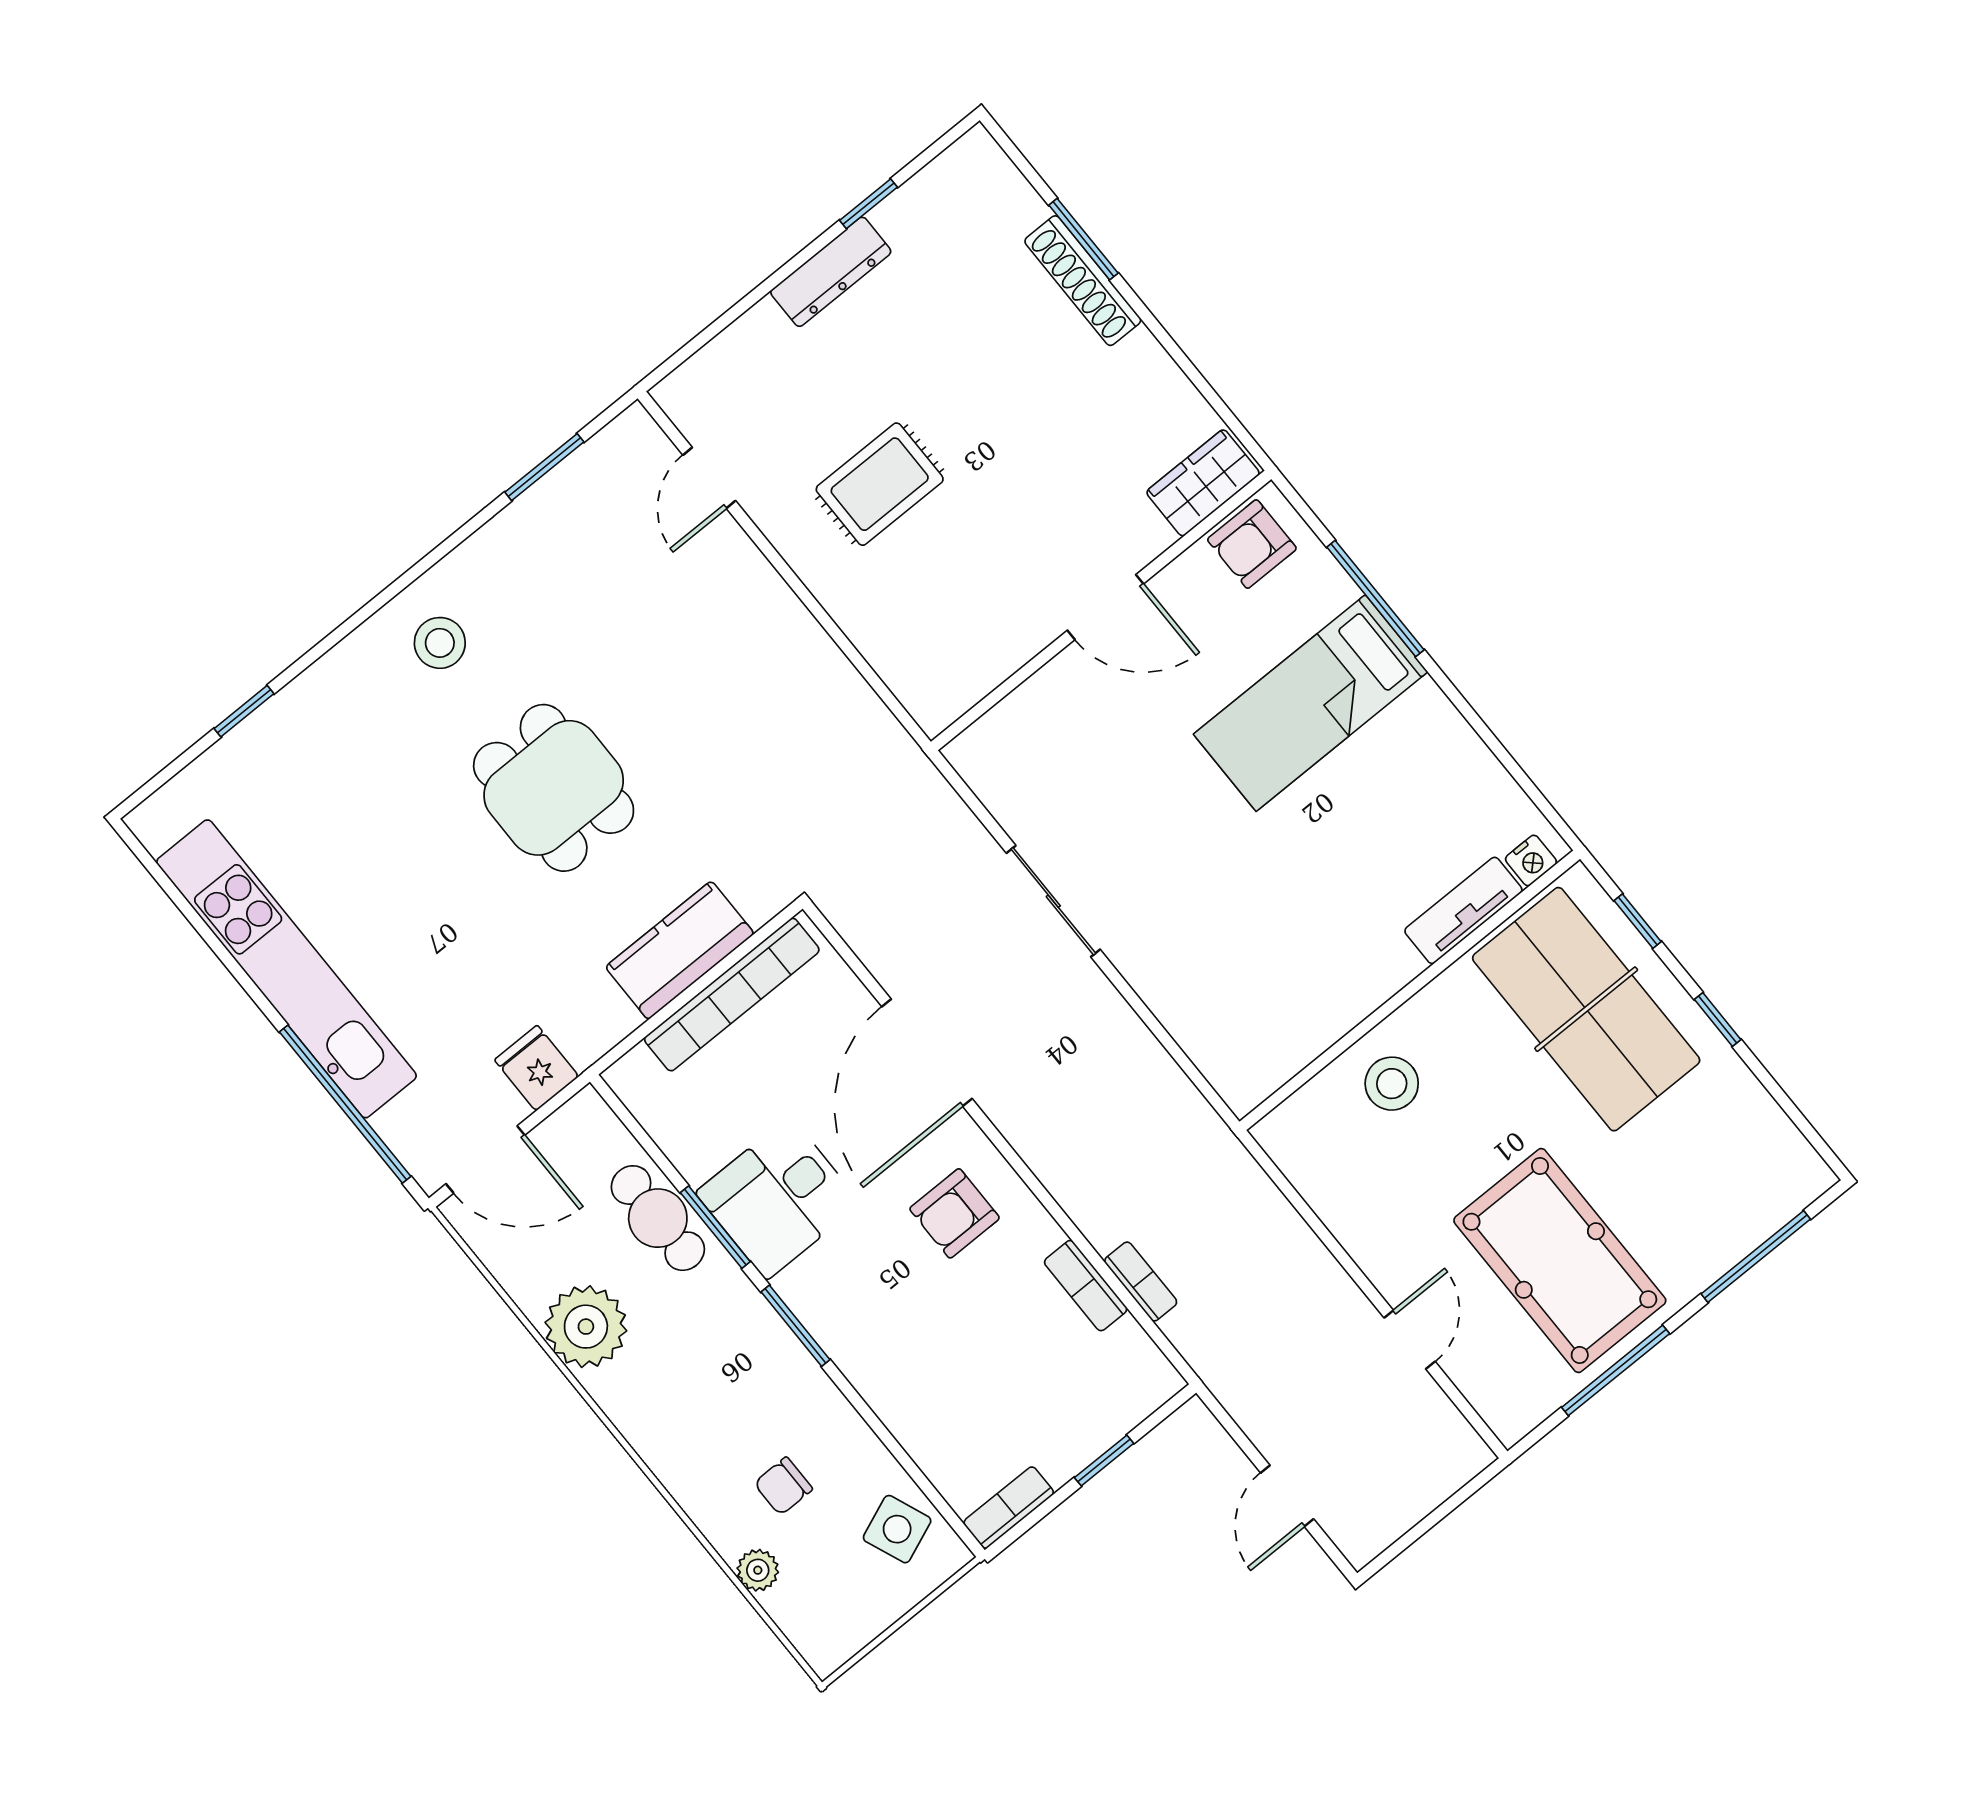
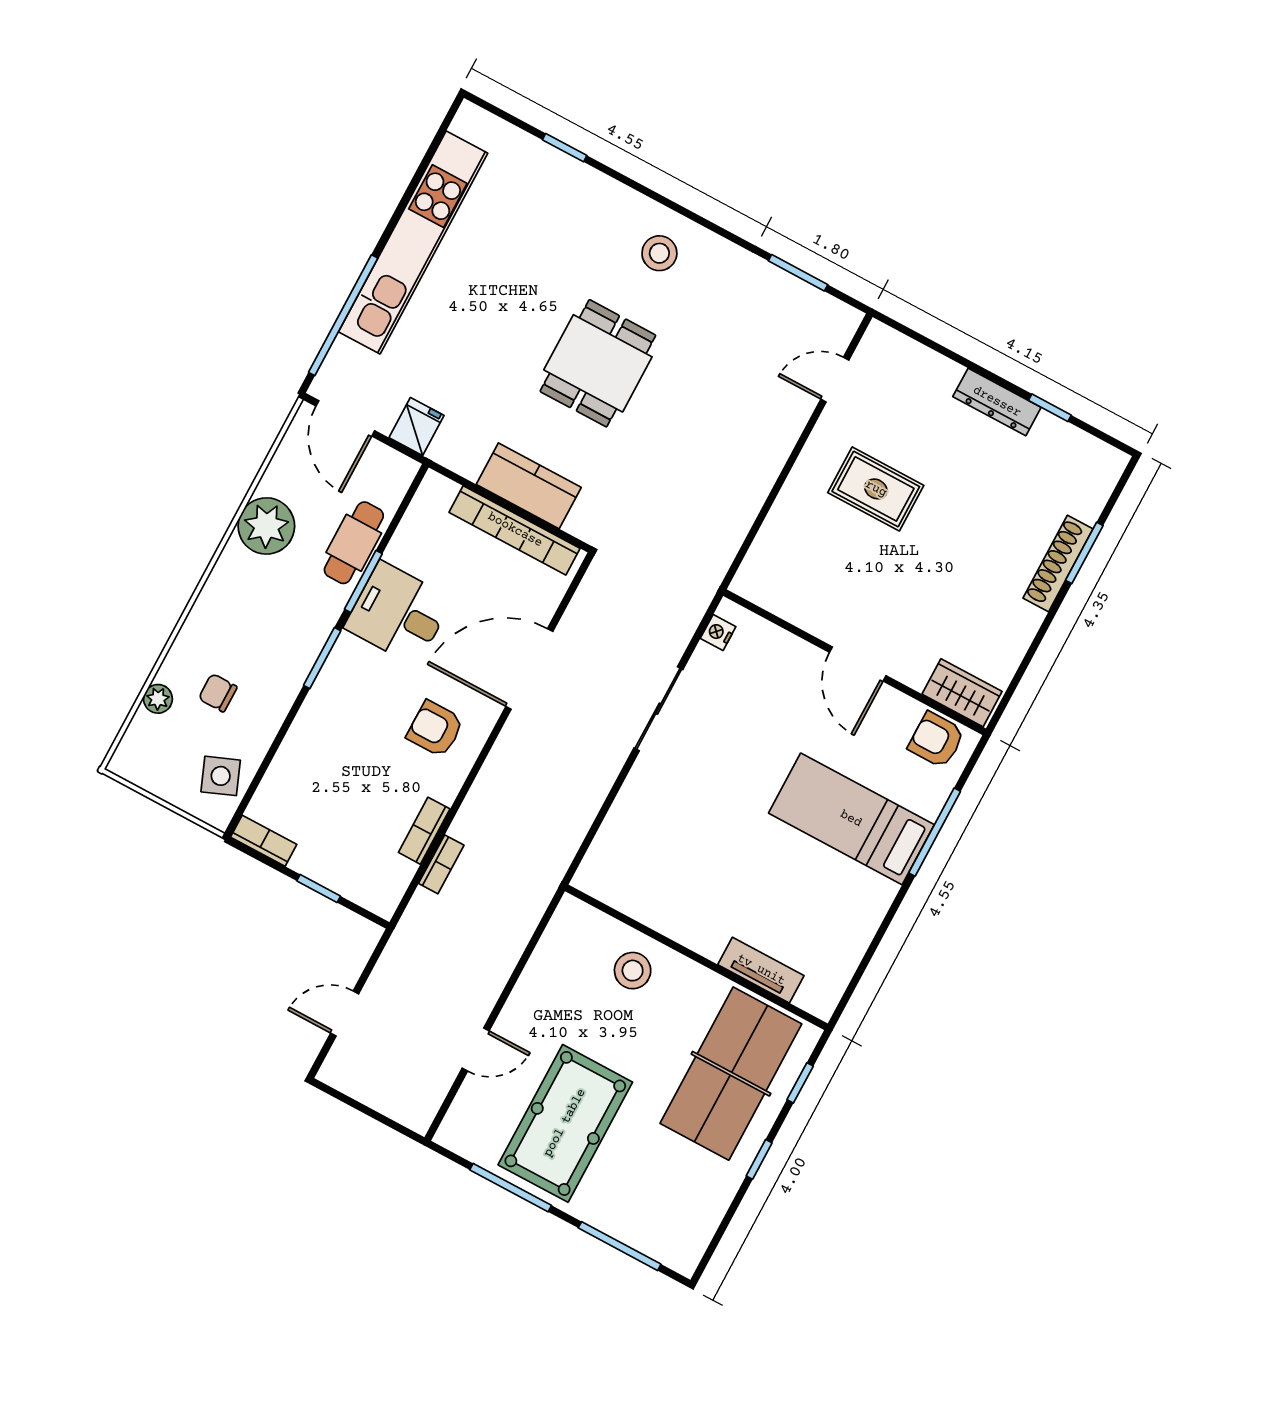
nightstand: (1531, 860) -> (718, 632), moved, turned 90

